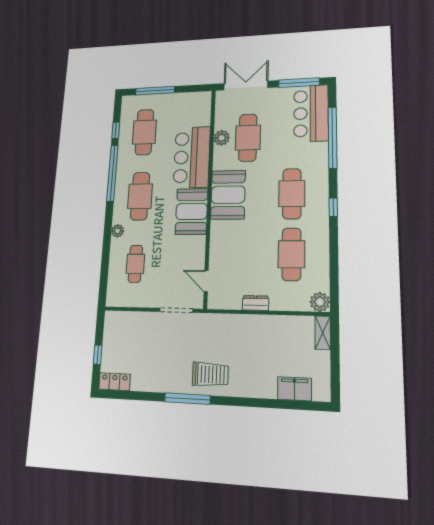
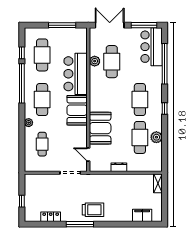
window: (155, 91) -> (62, 25), moved
booth: (228, 195) -> (100, 128), moved
plant: (320, 302) -> (156, 137), moved
locker: (115, 382) -> (51, 217), moved

